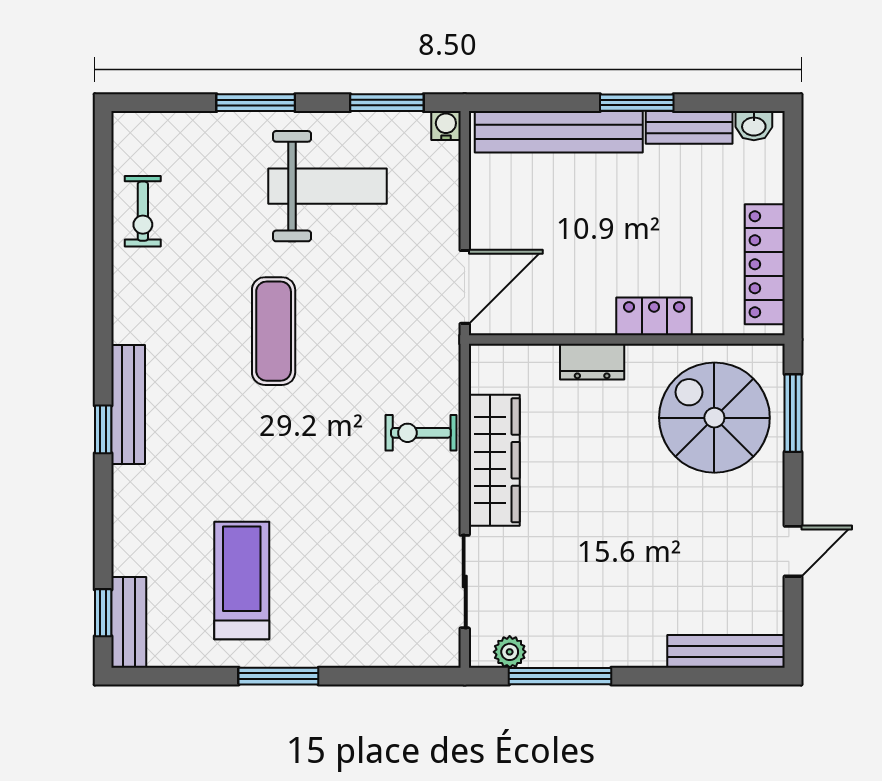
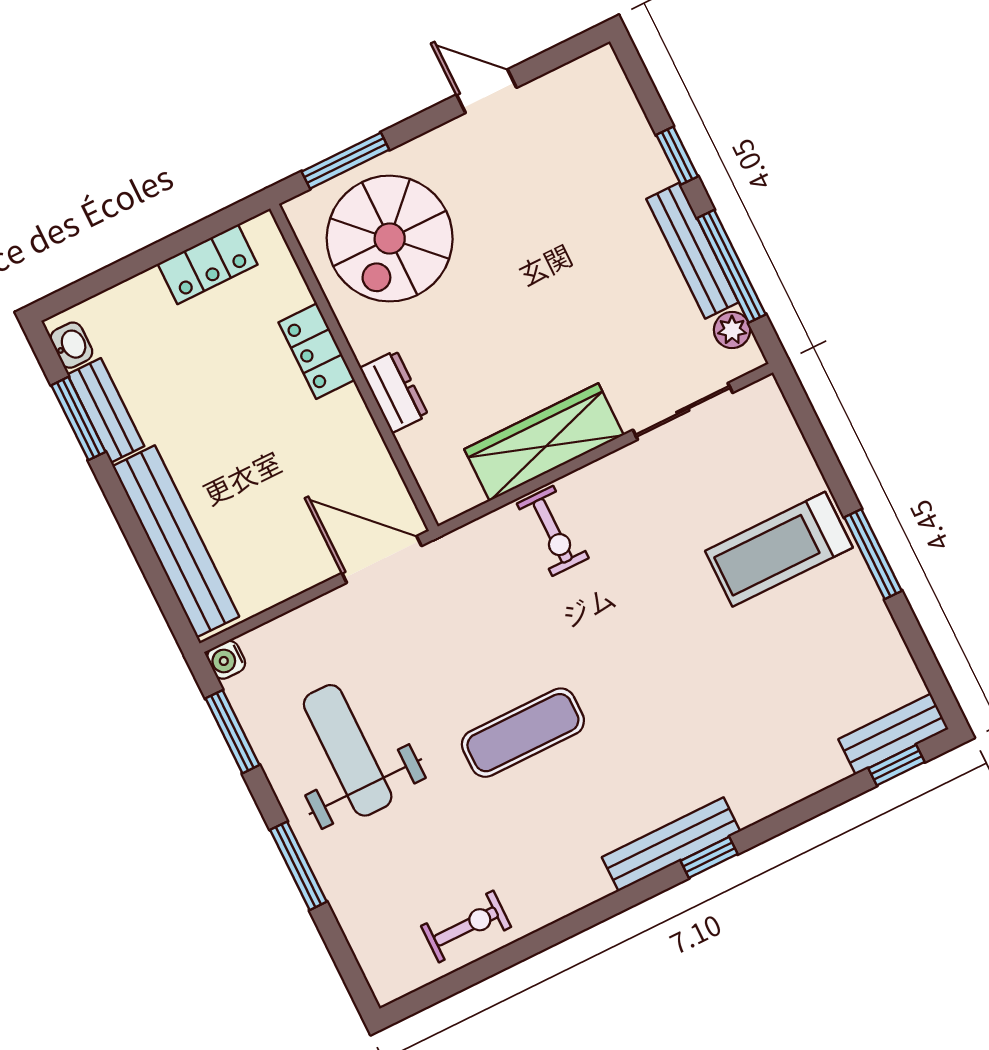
window: (637, 103) -> (78, 419), moved
locker: (765, 264) -> (208, 264), width x0.66
treadmill: (242, 580) -> (779, 549), moved
bench: (726, 651) -> (692, 251), moved
window: (668, 676) -> (677, 156), added

